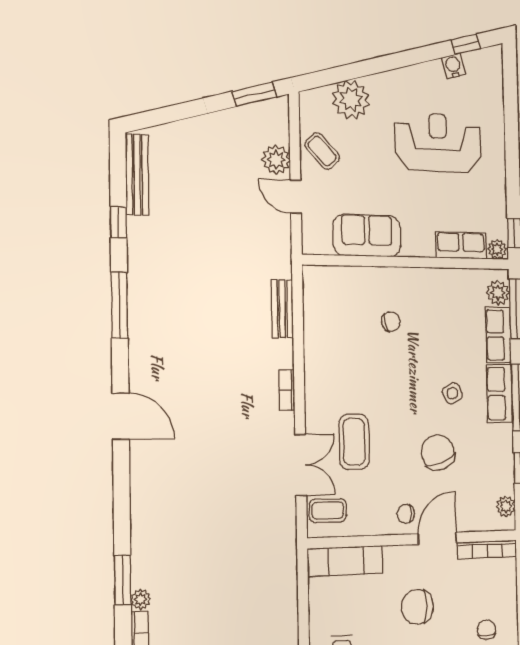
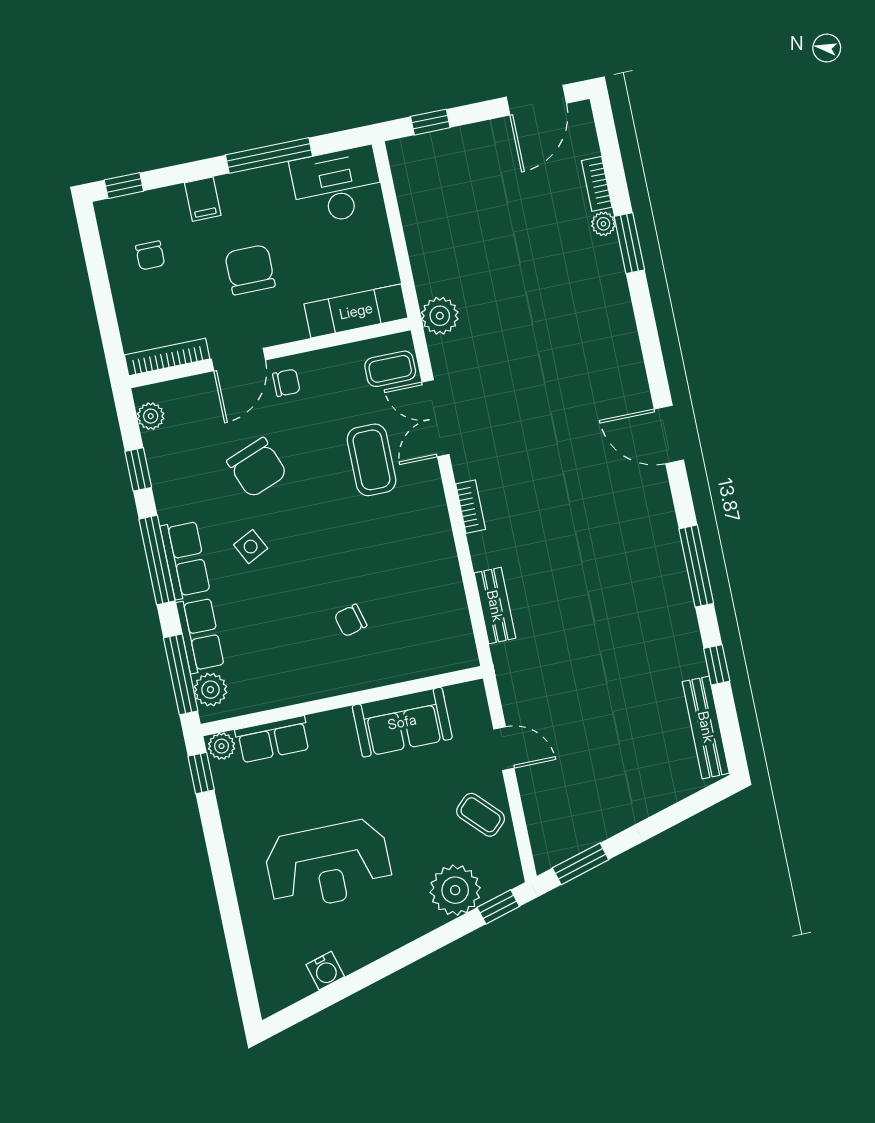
window: (466, 44) -> (498, 907), moved
plant: (276, 160) -> (440, 316), moved
chair: (417, 607) -> (250, 270), turned -90

